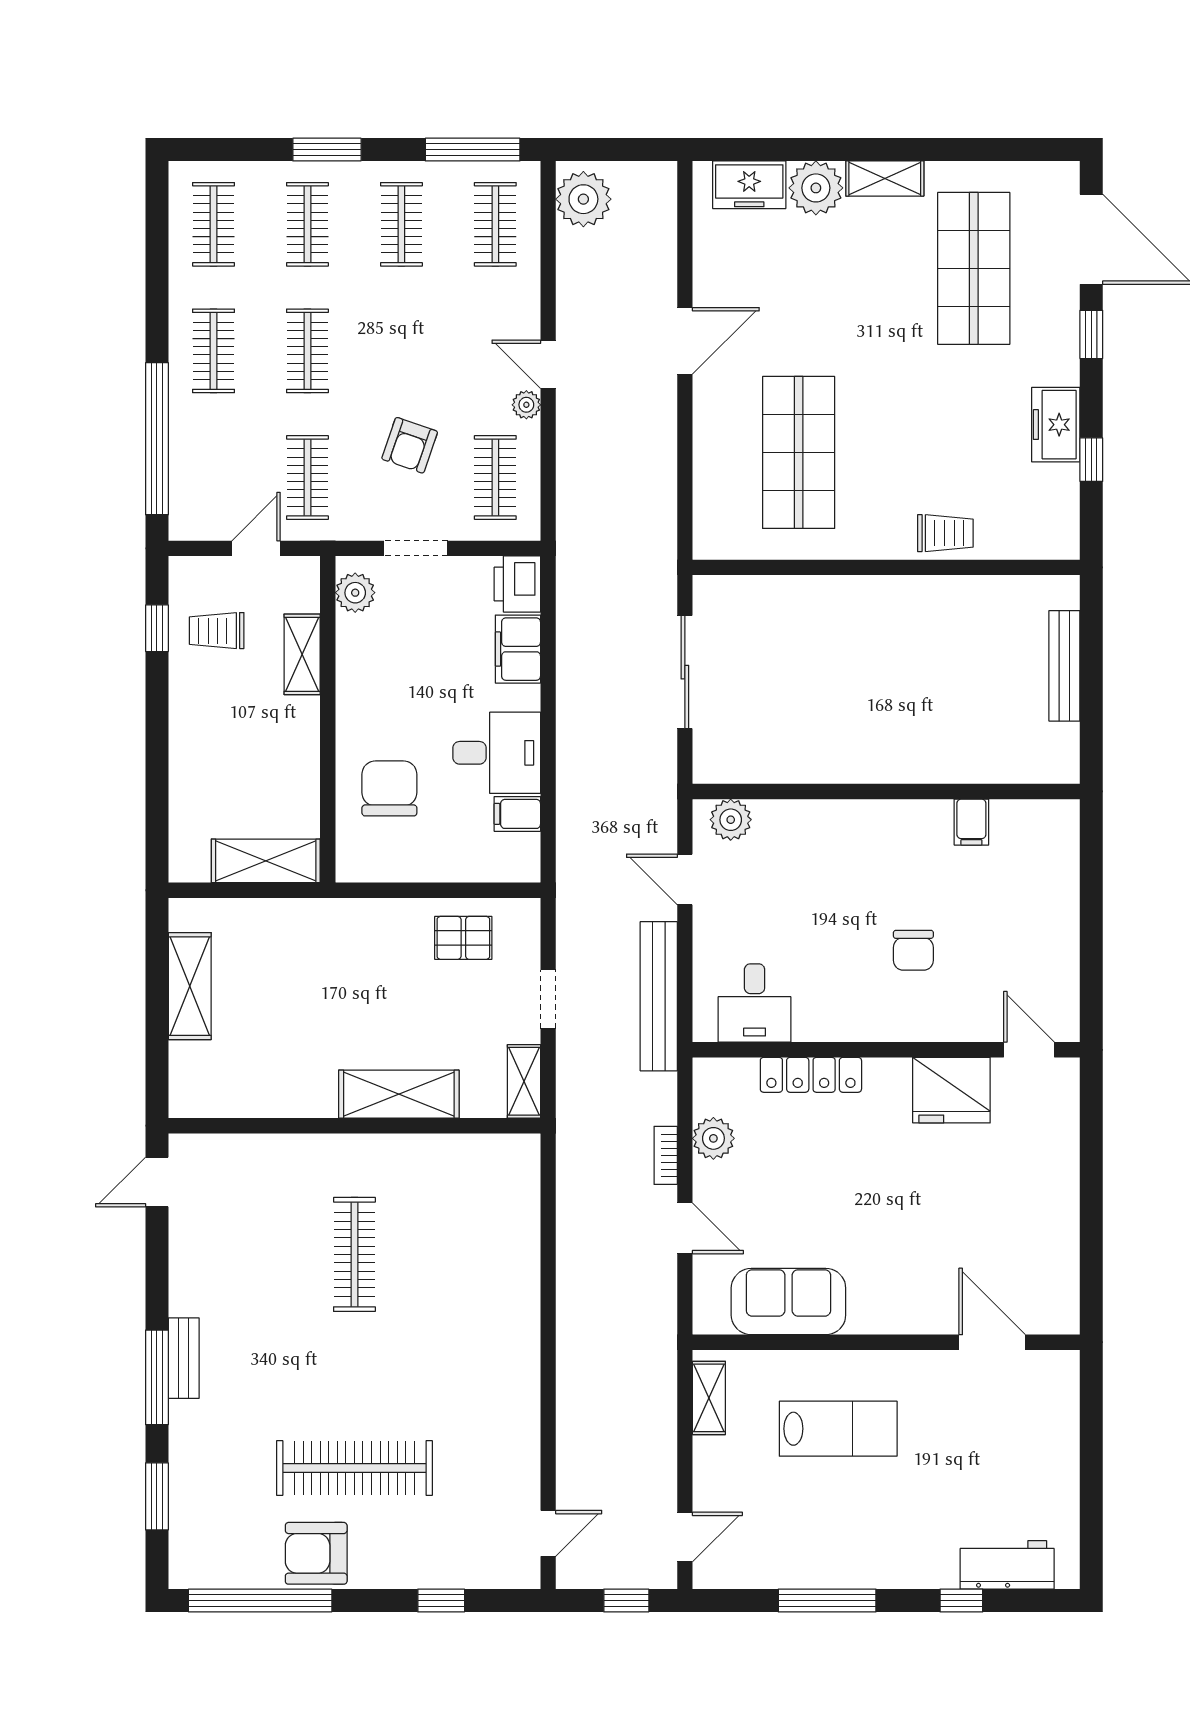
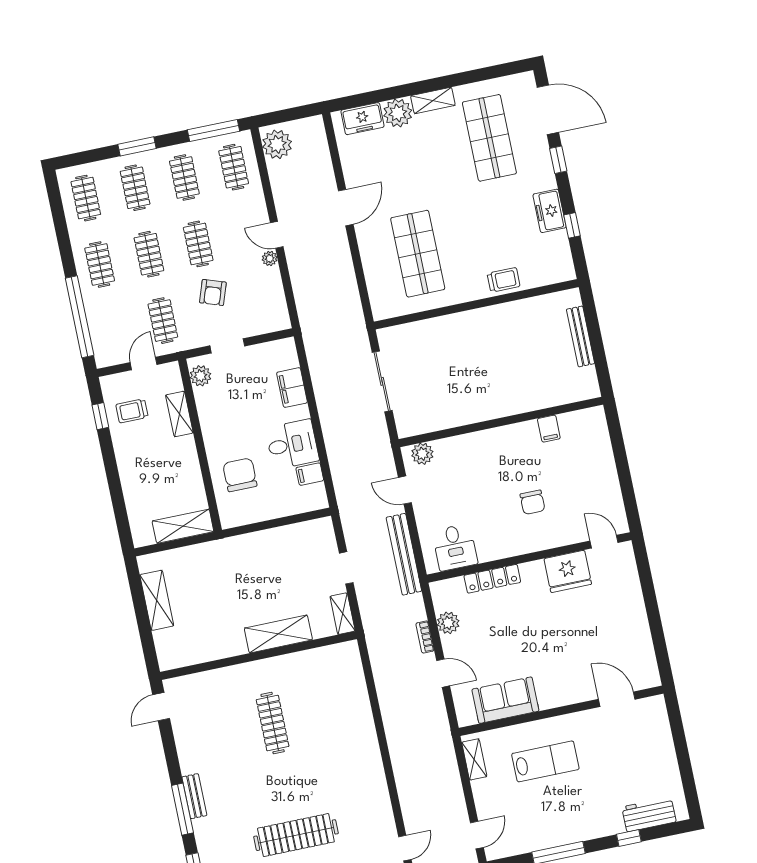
clothes rail: (495, 477) -> (198, 244), moved
printer: (517, 584) -> (285, 353), removed
pallet: (463, 938) -> (295, 545), removed

